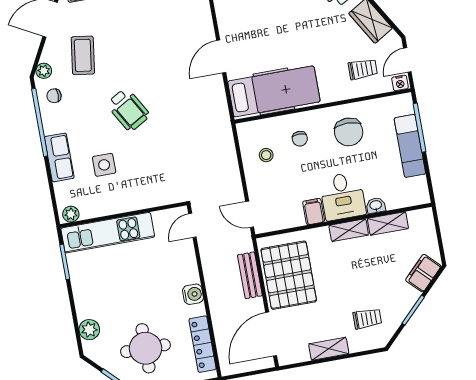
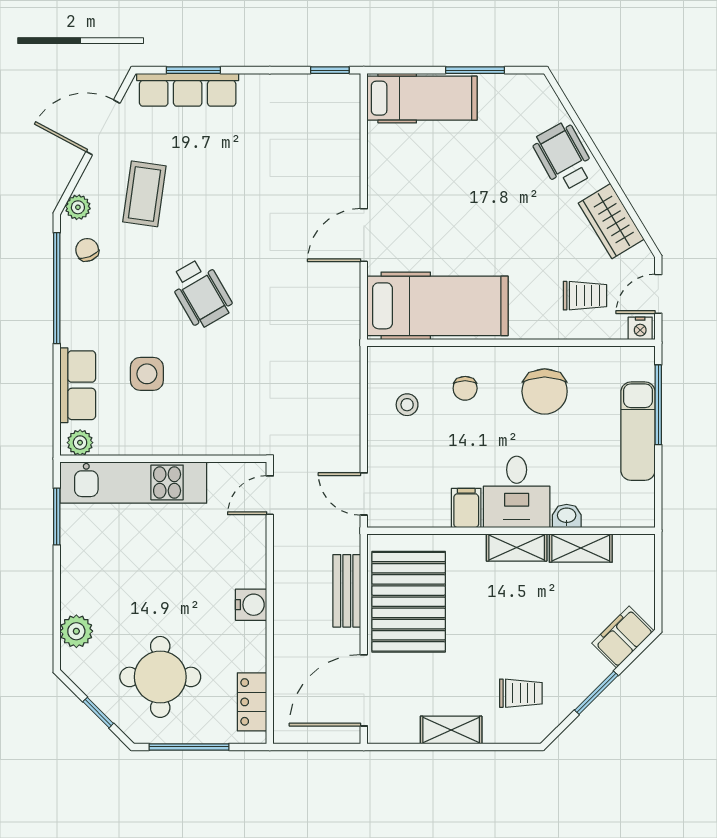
chair: (54, 96) -> (87, 250), turned 68
row of seats: (59, 157) -> (78, 385), moved
locker: (203, 344) -> (252, 702), width x0.66

